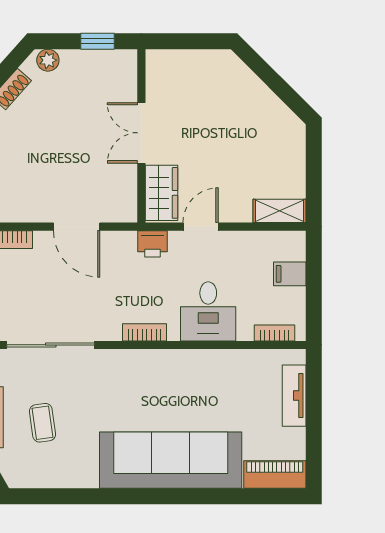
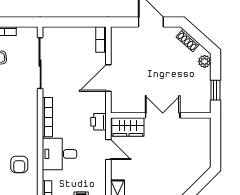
bookcase: (144, 332) -> (47, 117), width x1.56
armchair: (227, 381) -> (19, 165), added

